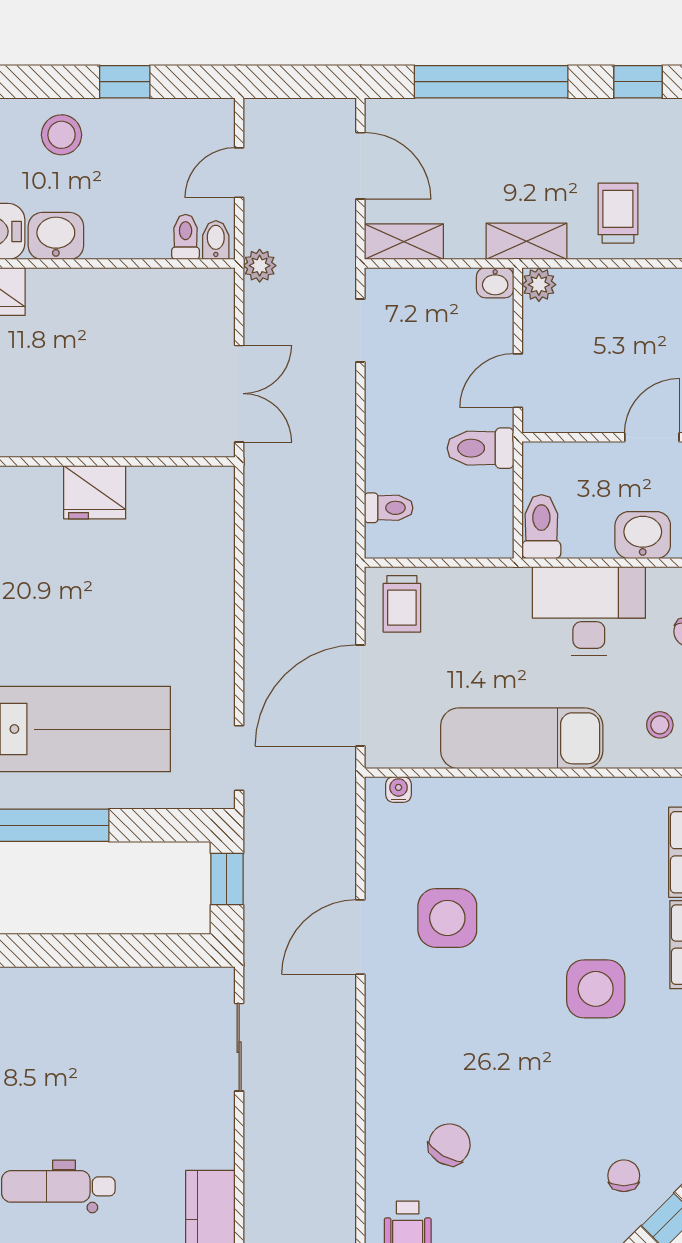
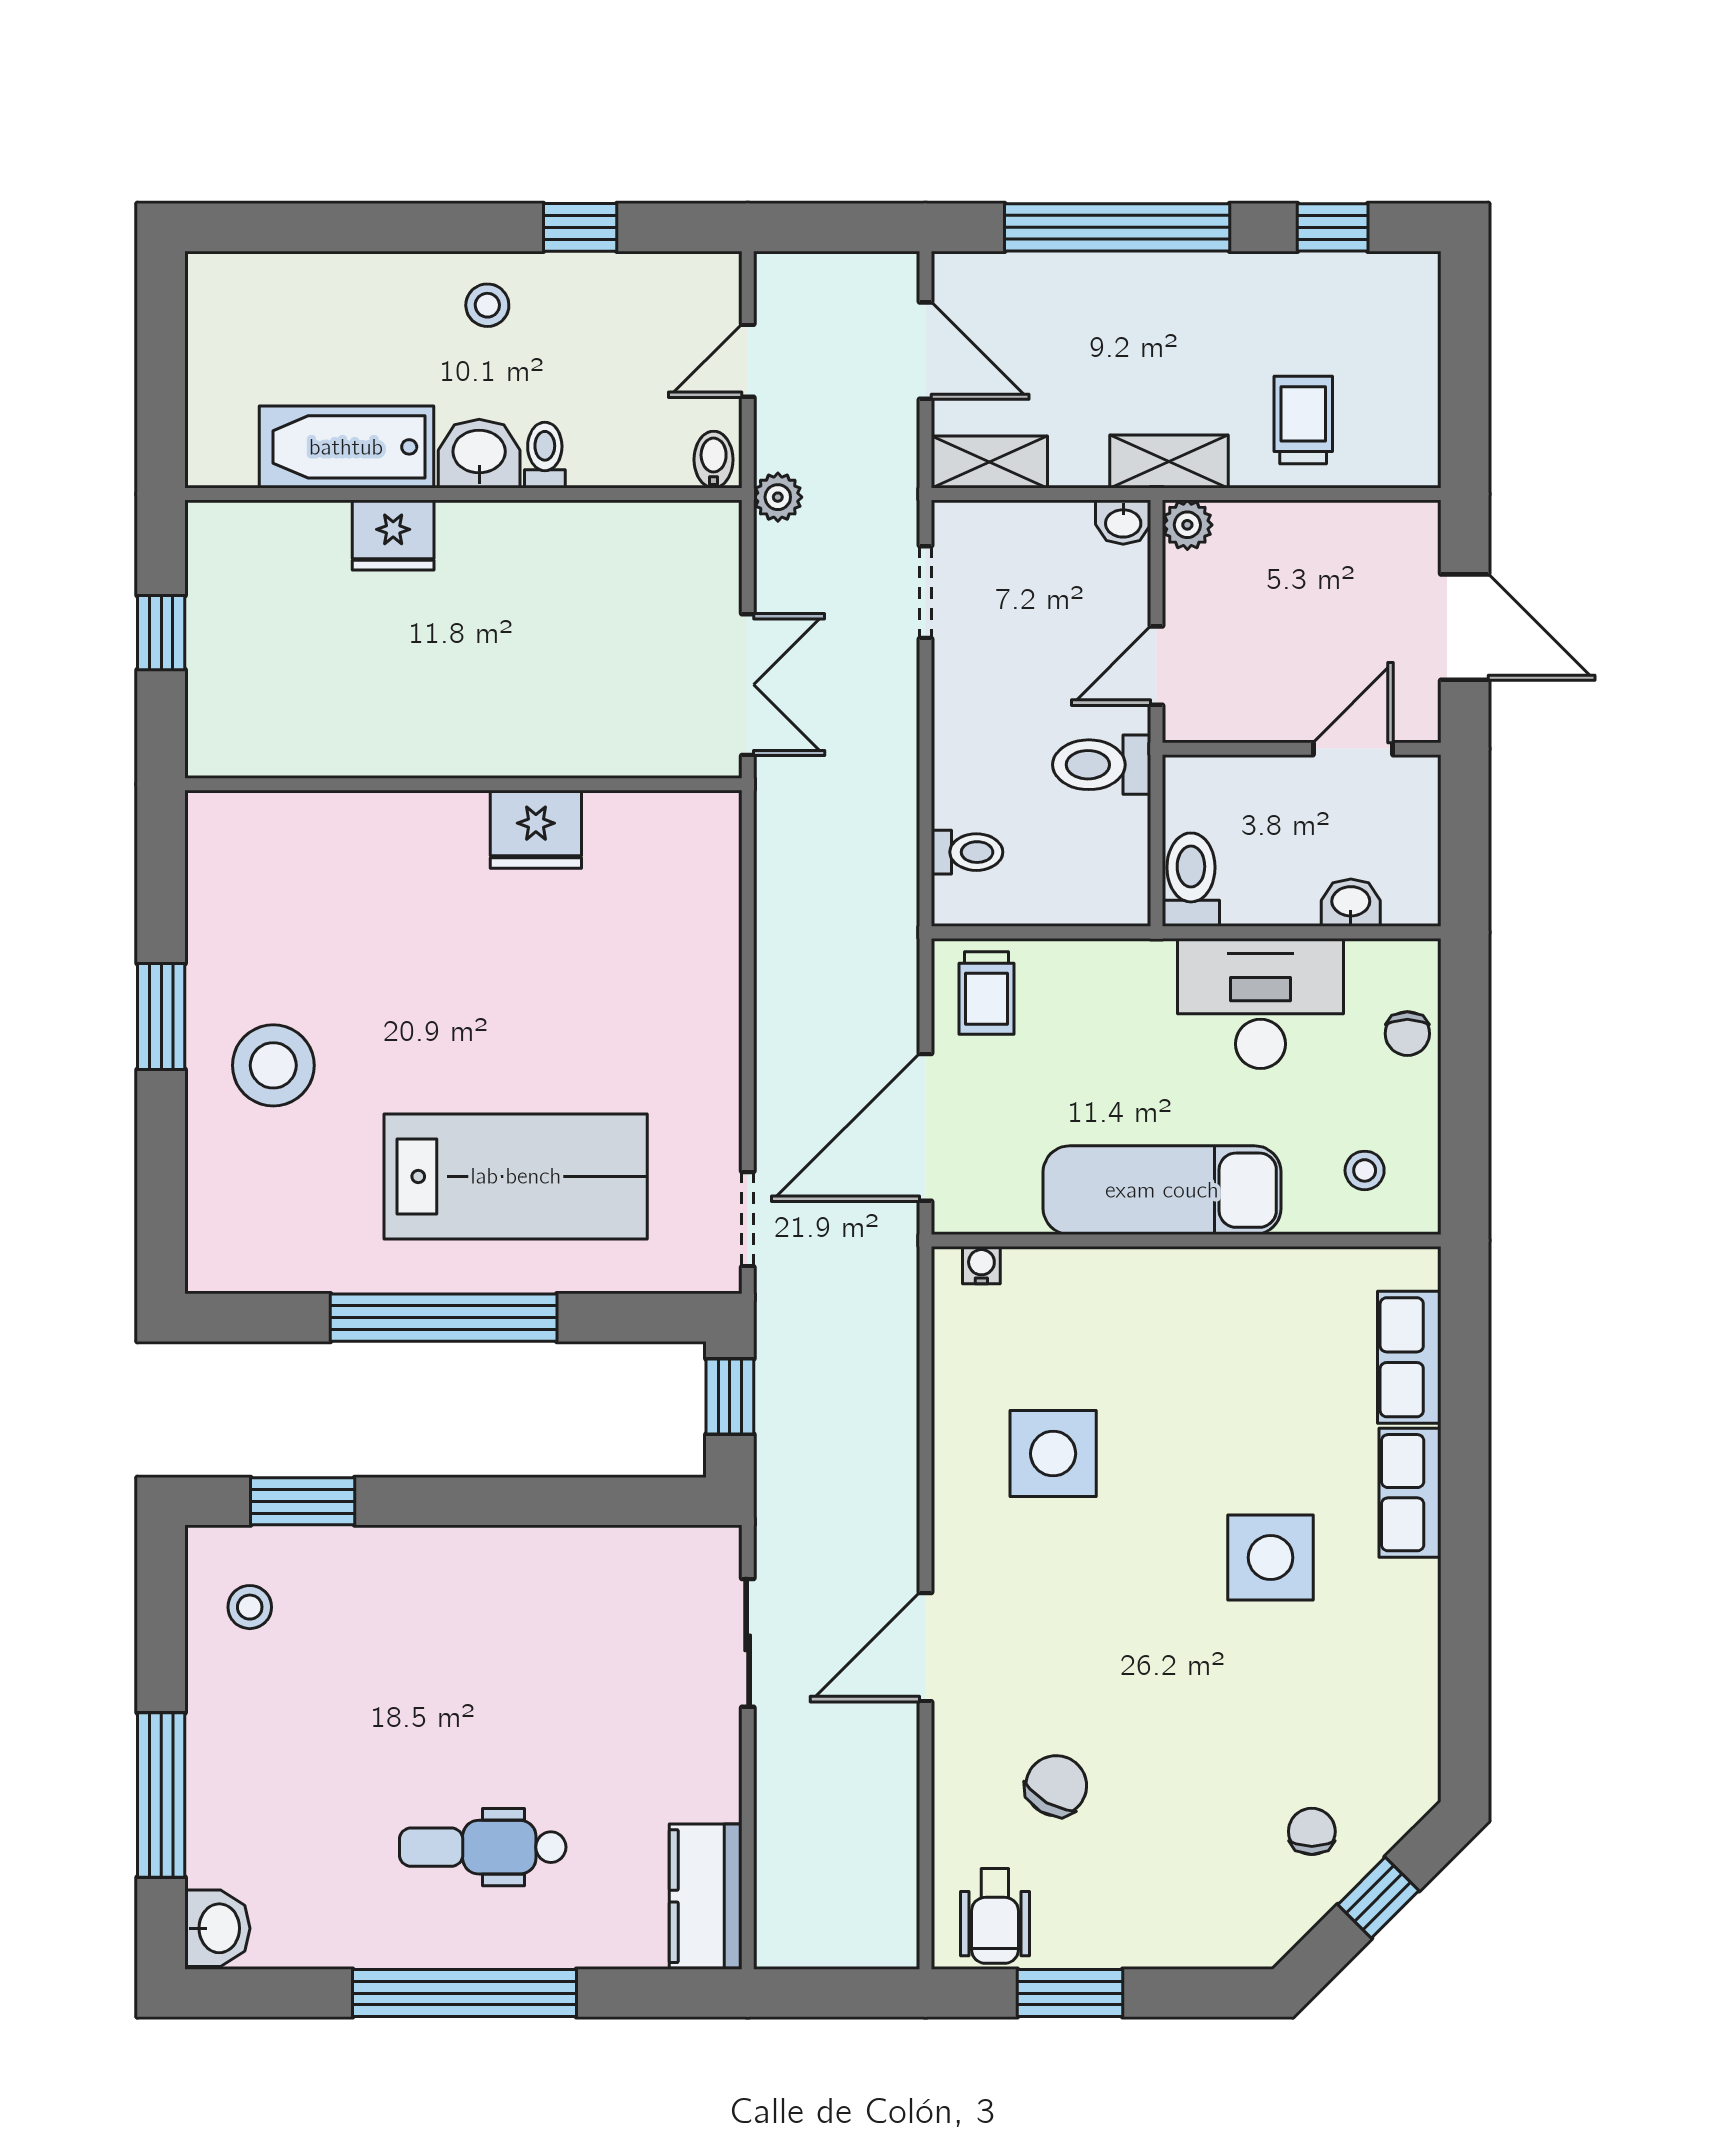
stool: (62, 135) -> (487, 305), width x0.73, depth x0.73
toilet: (186, 237) -> (545, 455), moved
washbasin: (643, 535) -> (1351, 903), width x0.72, depth x0.69
door: (360, 937) -> (925, 1647), moved

